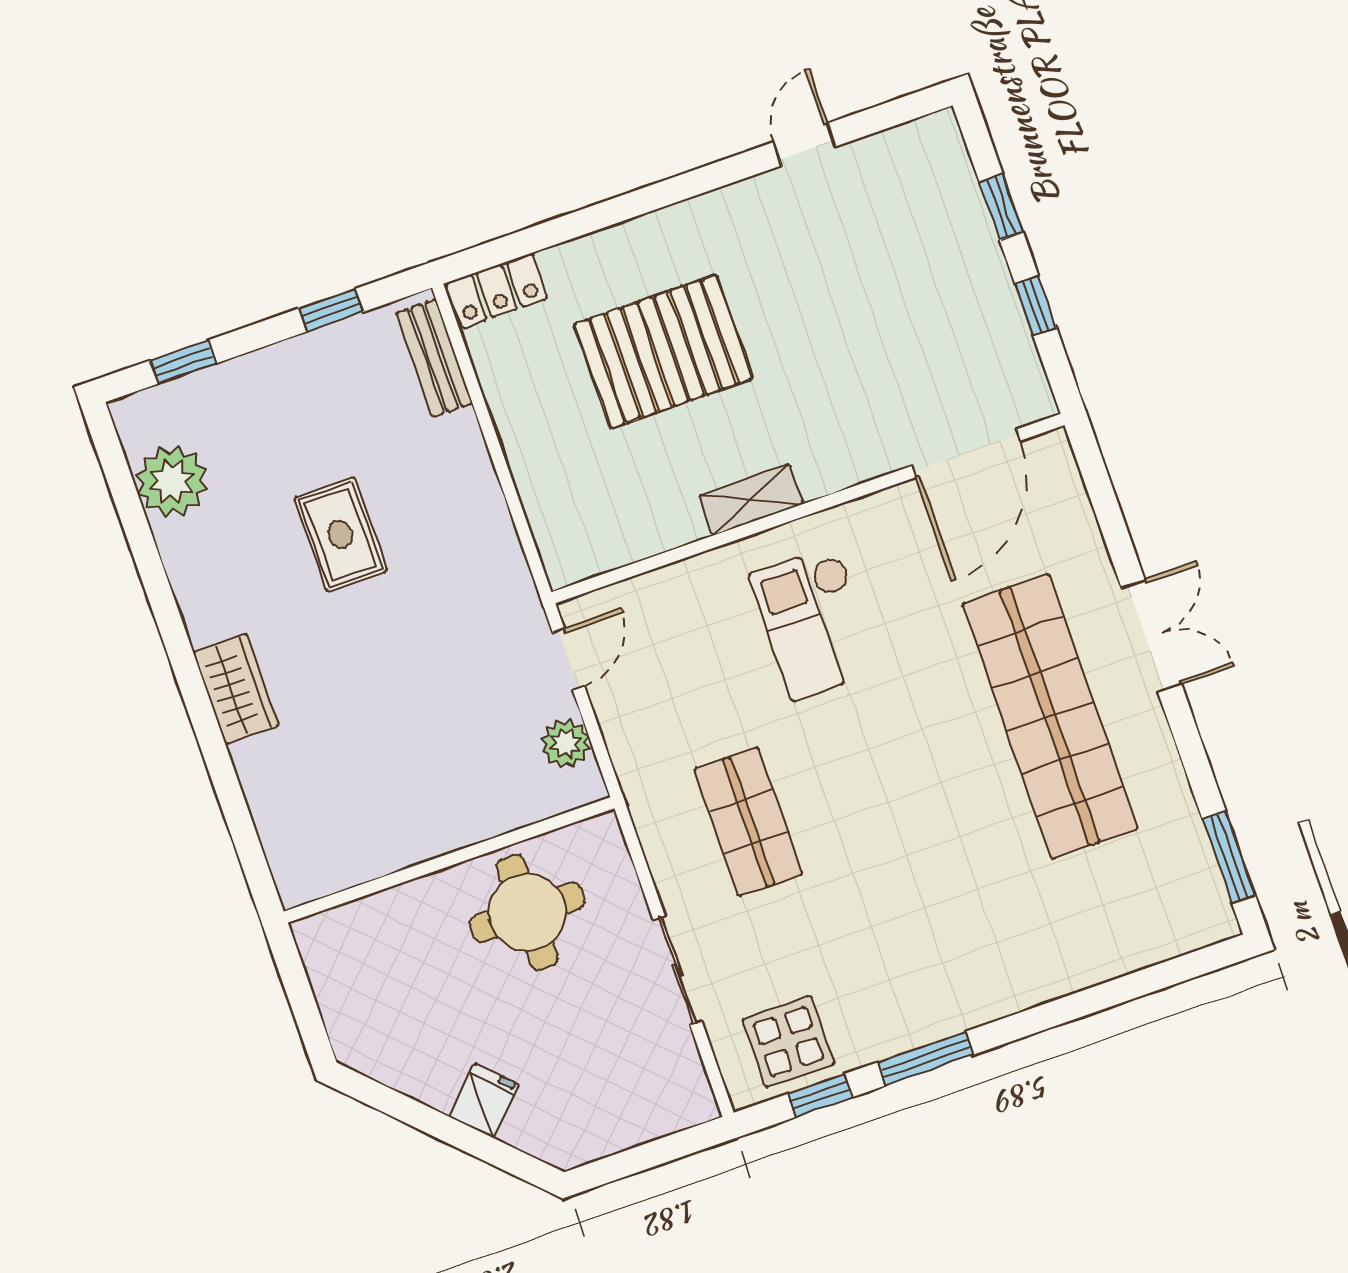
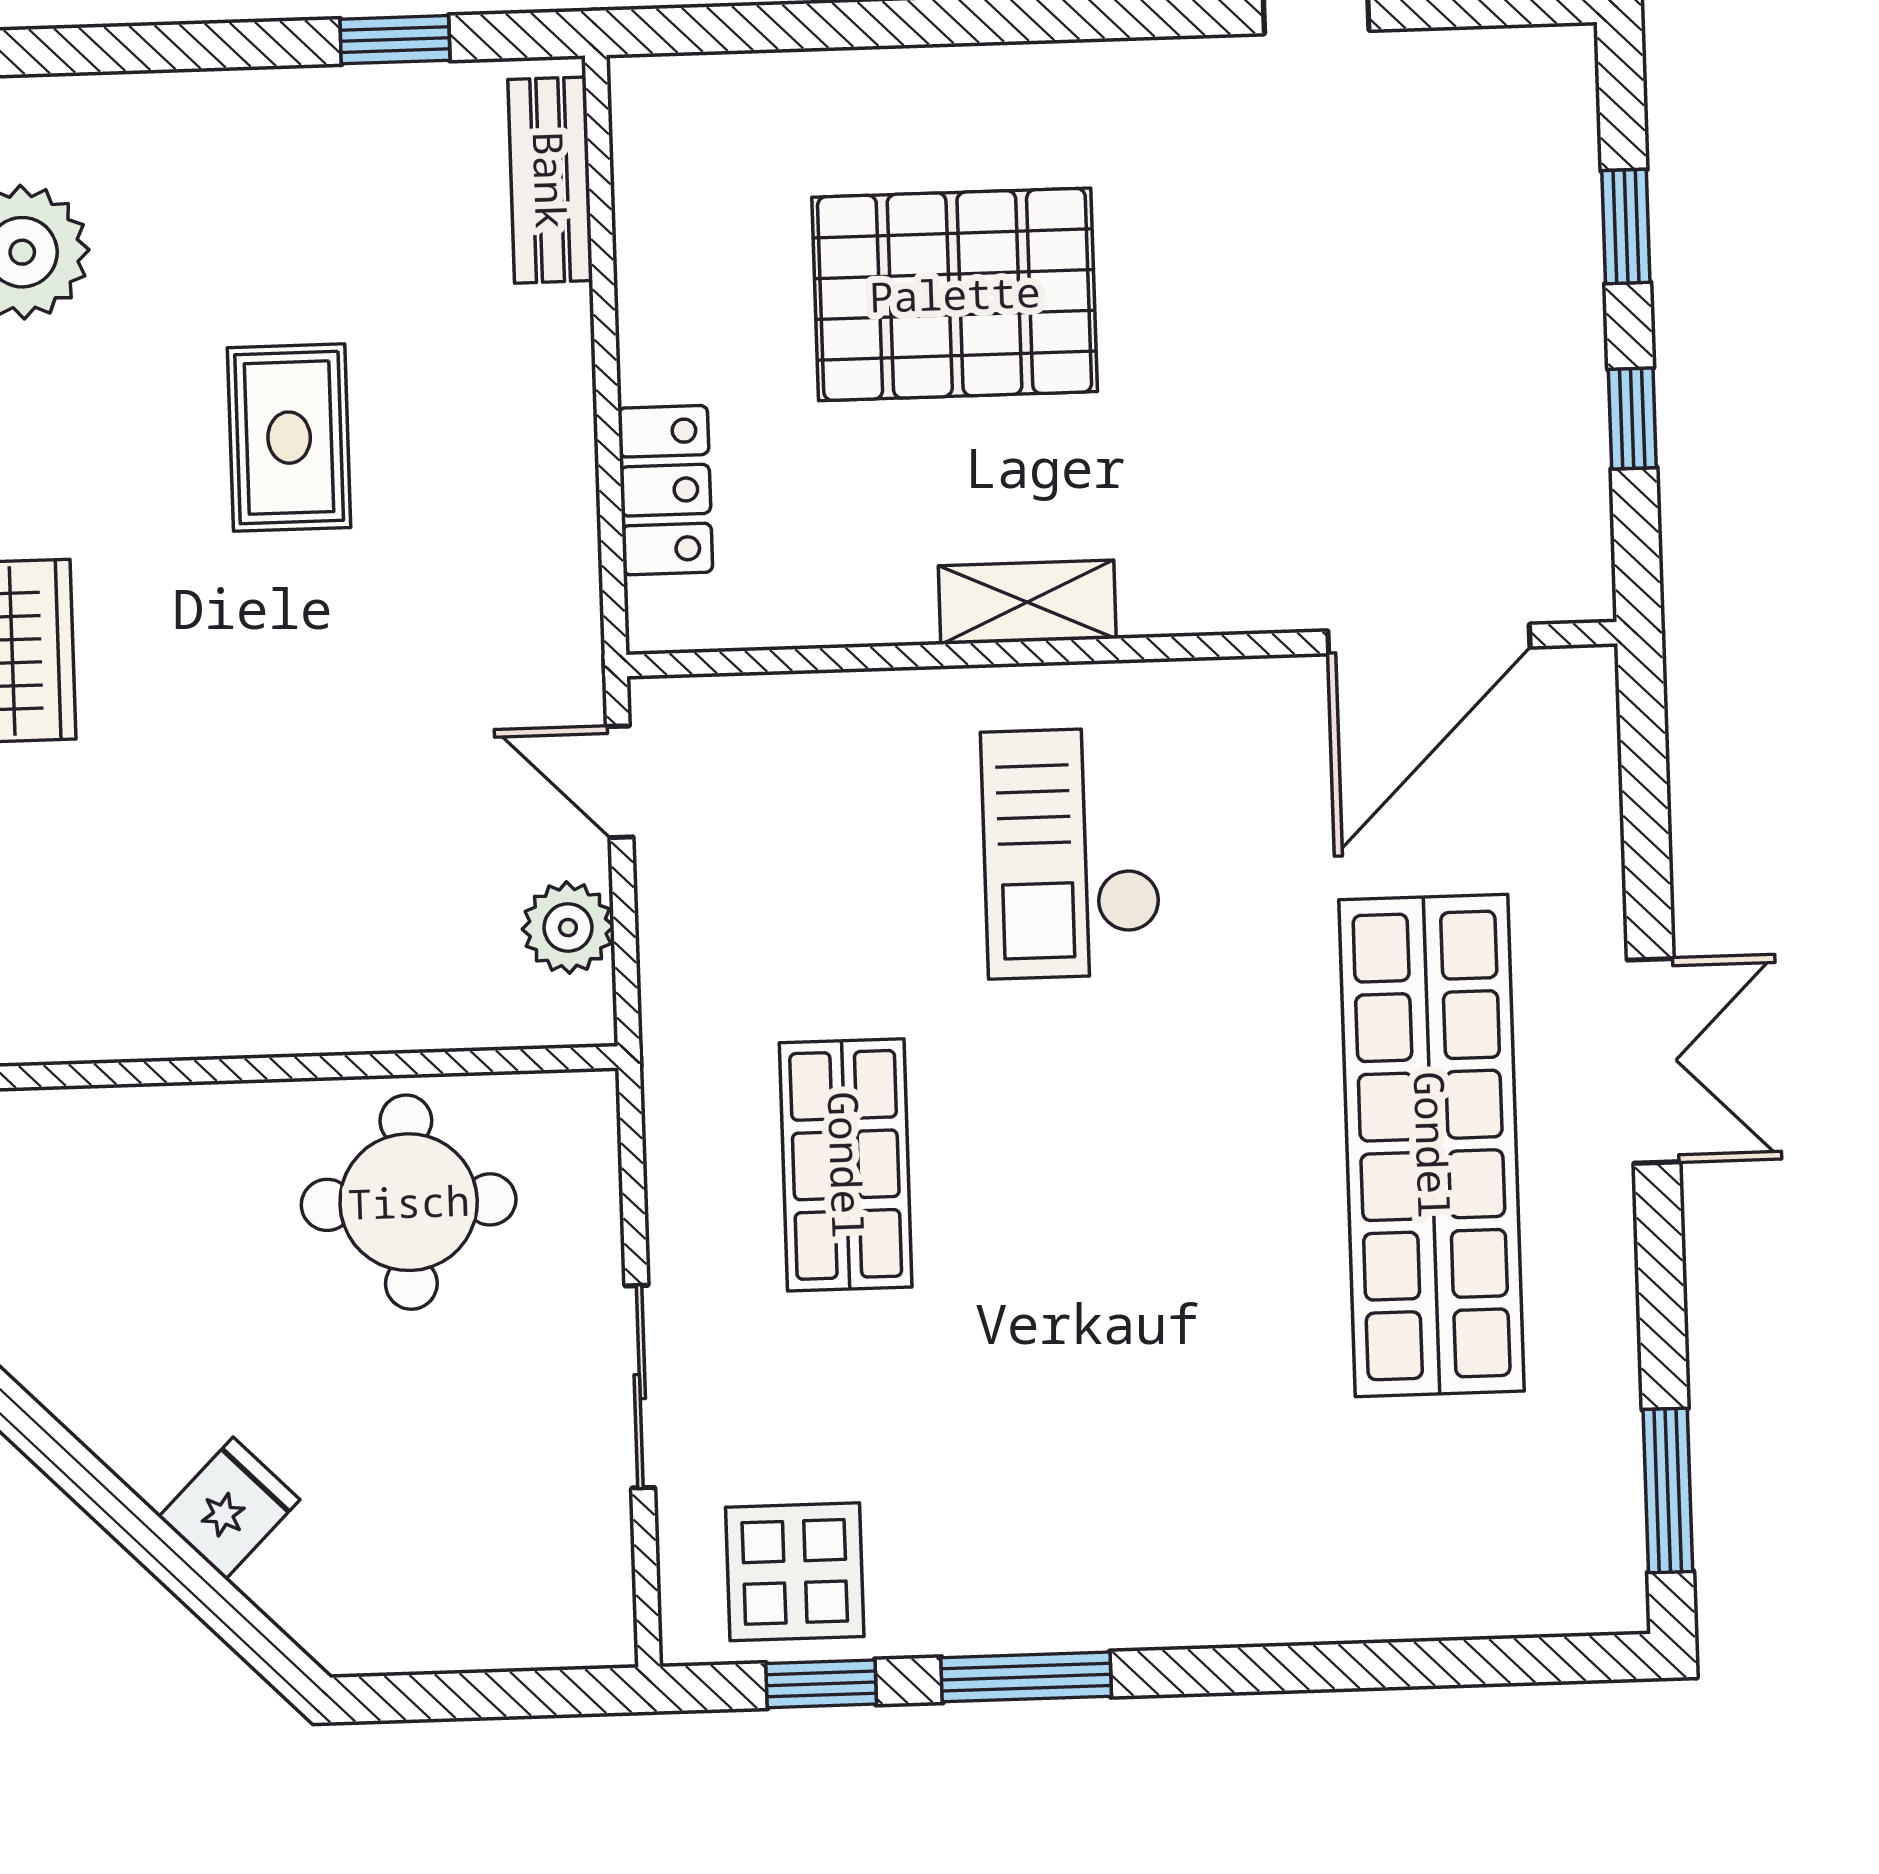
locker: (497, 291) -> (665, 490), moved, turned -90
window: (183, 362) -> (108, 49), removed
door: (569, 659) -> (620, 782), swing flipped

